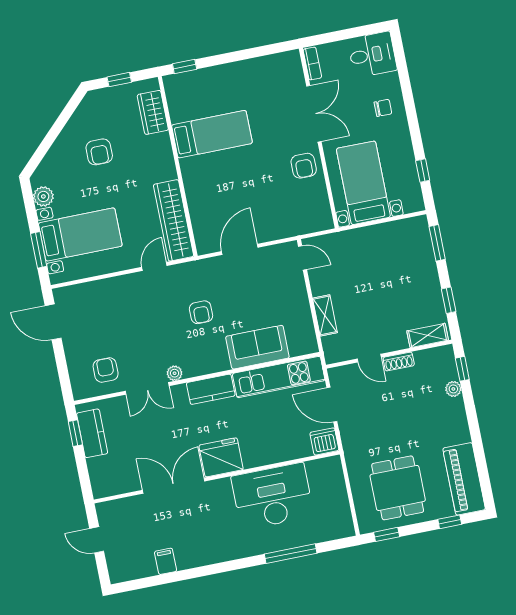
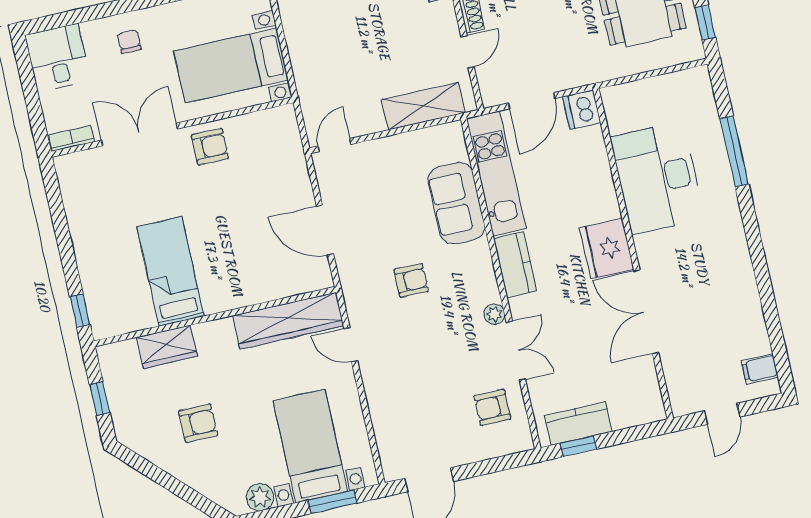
wardrobe: (153, 112) -> (167, 347), moved
shelving: (325, 315) -> (423, 106), width x1.50, depth x1.33
filing cabinet: (166, 561) -> (760, 369), moved

